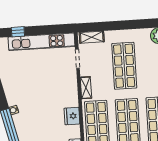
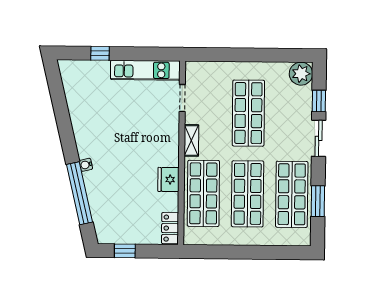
shelving: (92, 37) -> (205, 69), removed
kitchen unit: (41, 42) -> (145, 70), width x0.73

